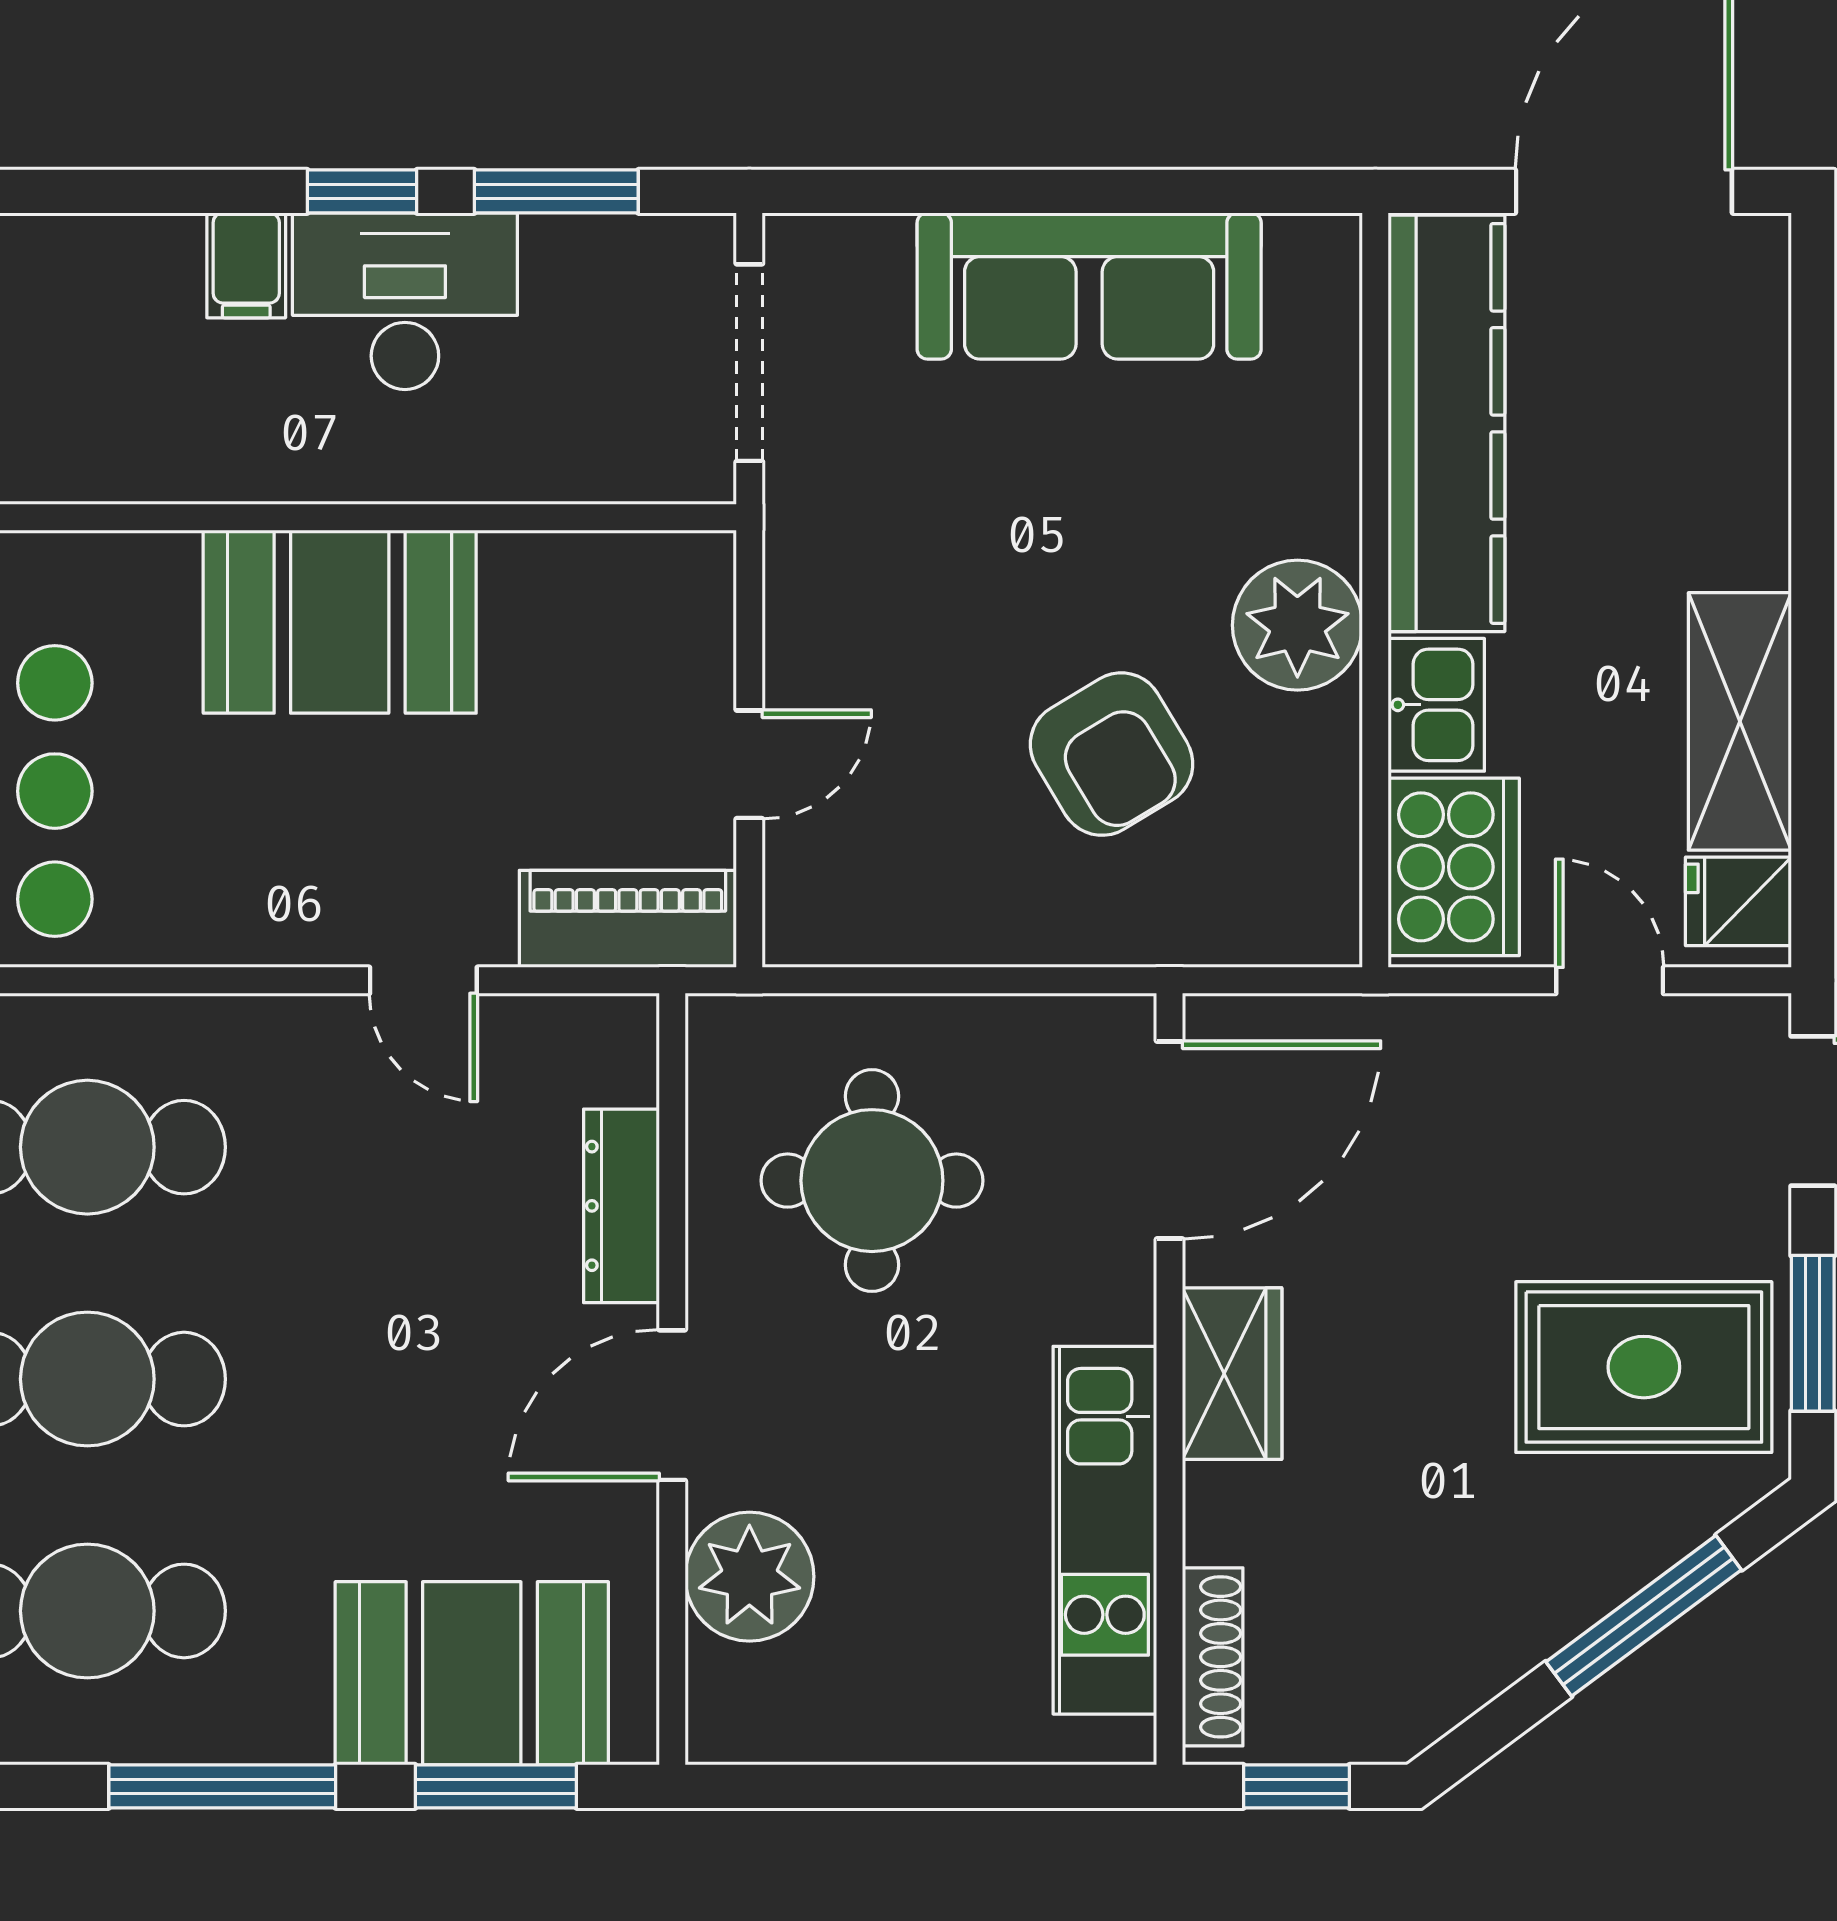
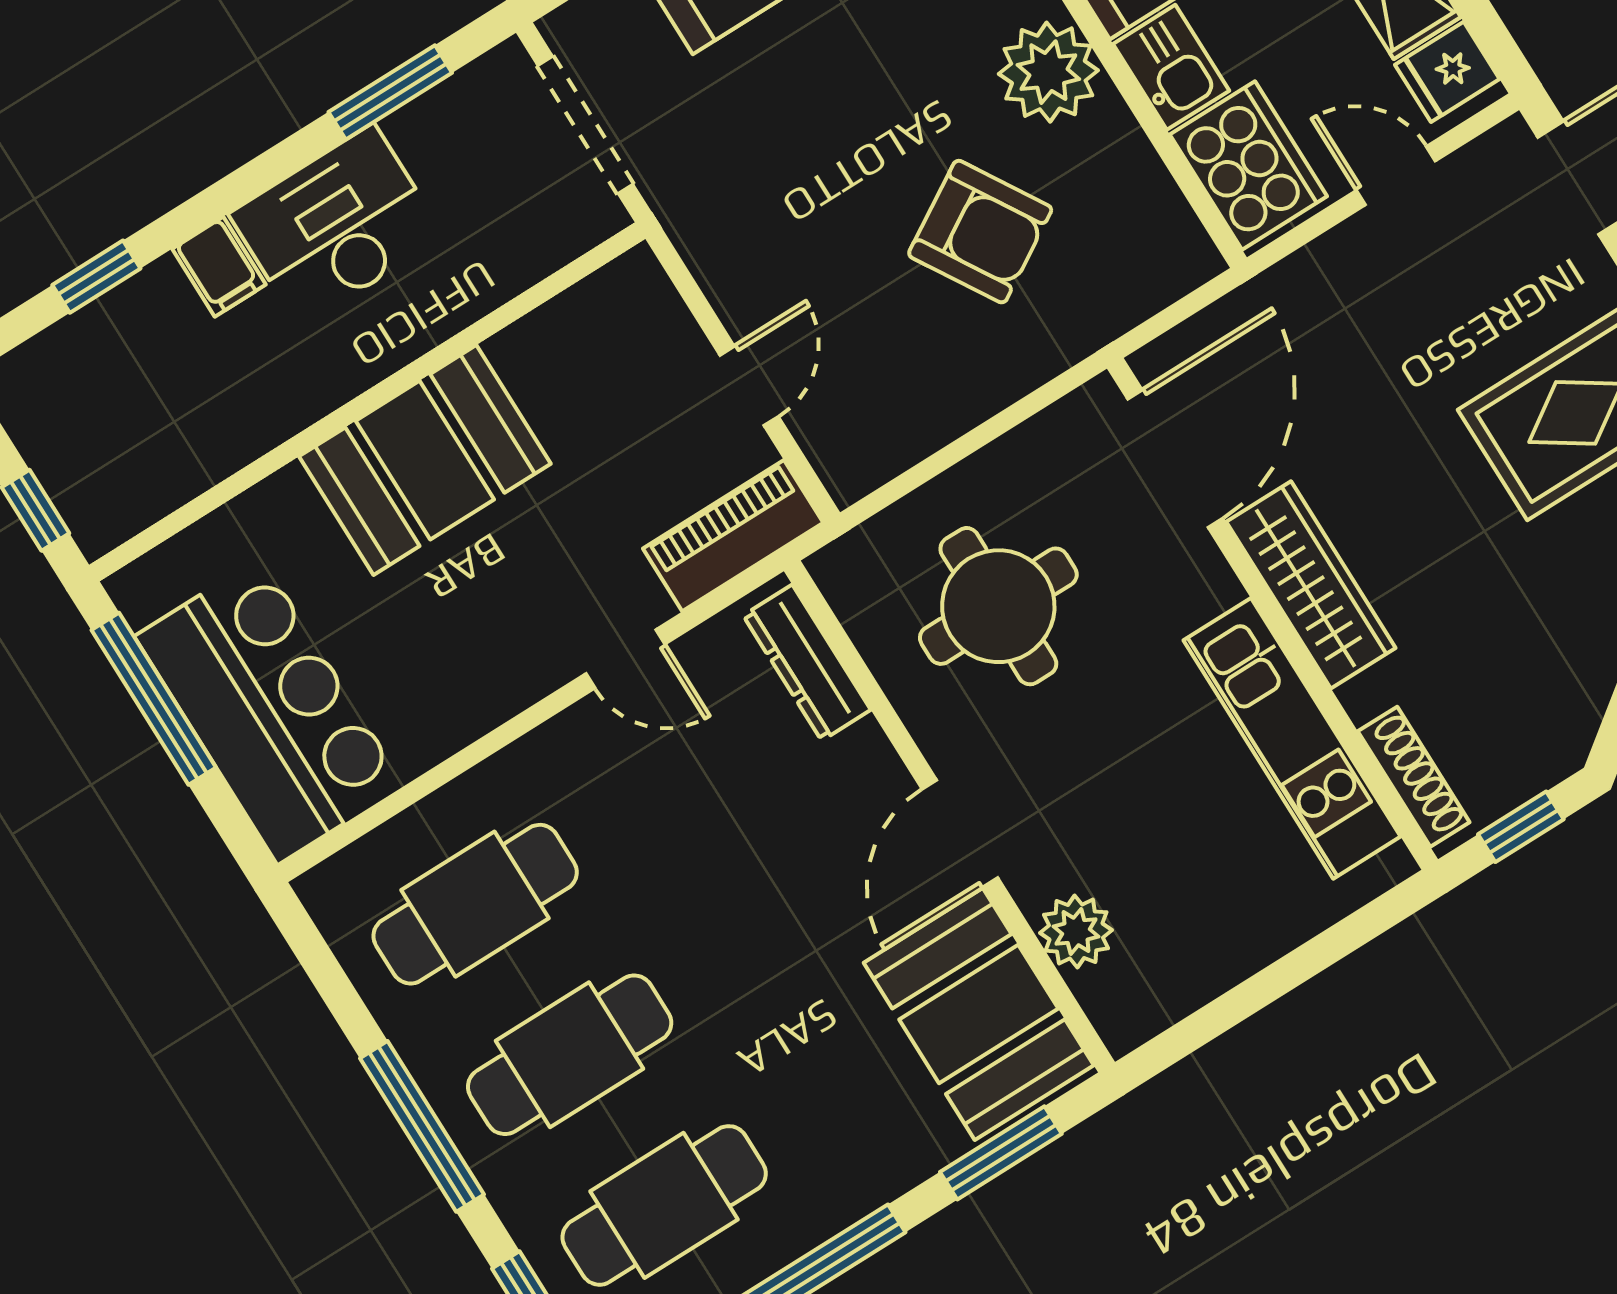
window: (362, 191) -> (96, 277), moved
dresser: (621, 1206) -> (807, 663), moved
wardrobe: (1232, 1374) -> (1311, 585), width x1.50
plant: (749, 1577) -> (1076, 932), width x0.73, depth x0.73
booth: (472, 1673) -> (979, 1014), moved, turned 90

